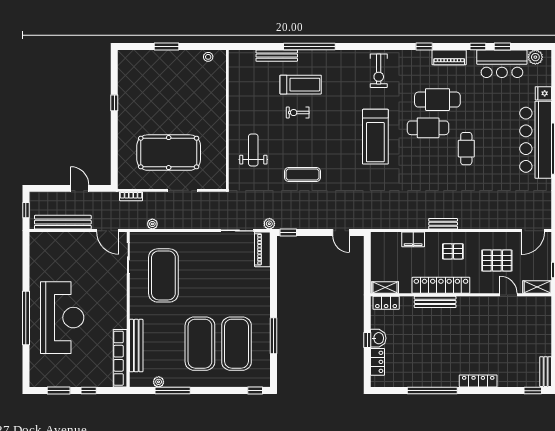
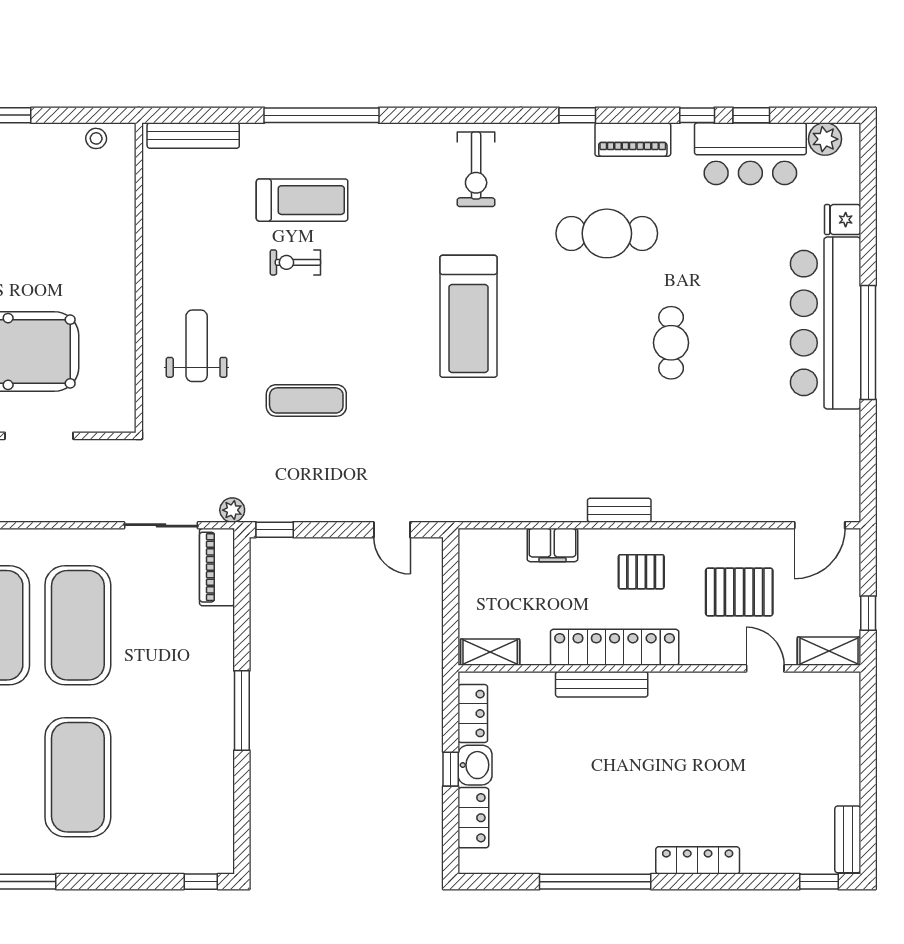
bench: (277, 56) -> (193, 136), moved
cafe table: (428, 128) -> (586, 296), removed
locker: (386, 303) -> (473, 714), moved, turned -90
window: (274, 336) -> (242, 711), moved
exercise mat: (236, 344) -> (78, 625), moved

